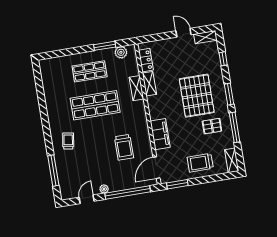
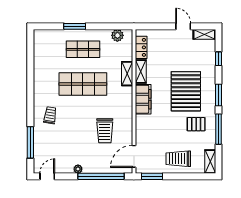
window: (105, 46) -> (75, 26), moved
filing cabinet: (160, 134) -> (143, 99), moved
door: (87, 199) -> (47, 176), moved

